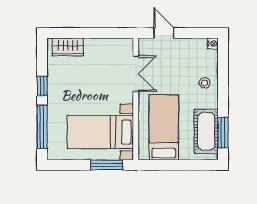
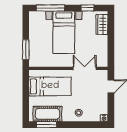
double door: (136, 74) -> (85, 68), swing flipped
window: (42, 86) -> (88, 8), moved
bed with nightstands: (100, 132) -> (64, 32), moved, turned 180

